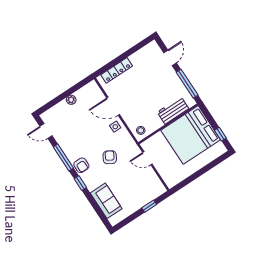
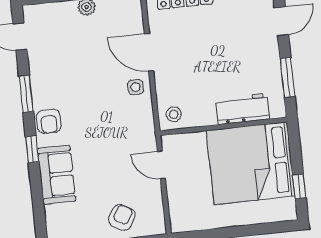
window: (187, 84) -> (288, 77), width x0.69
window: (63, 157) -> (26, 94), width x0.69
armchair: (110, 157) -> (122, 217), moved
sofa: (106, 201) -> (57, 175), moved

